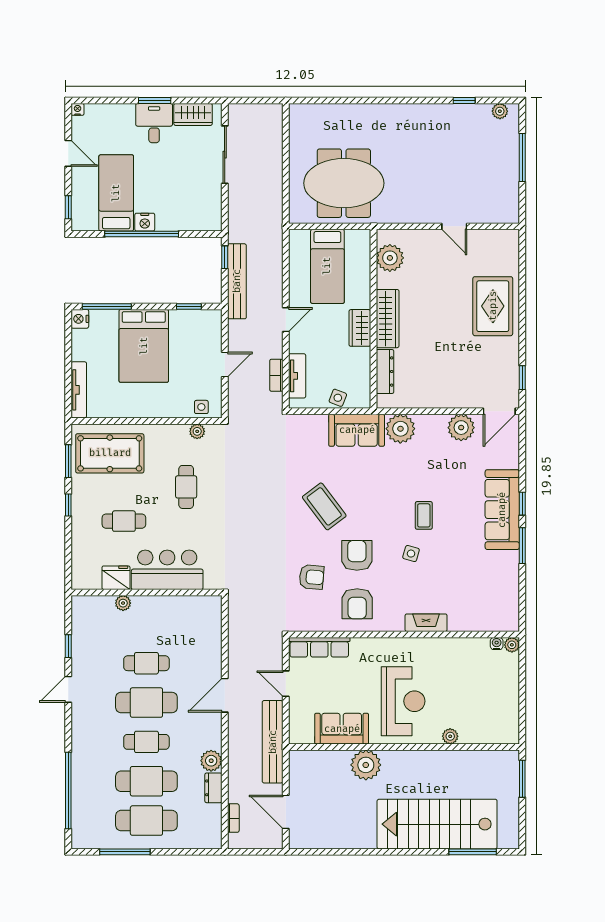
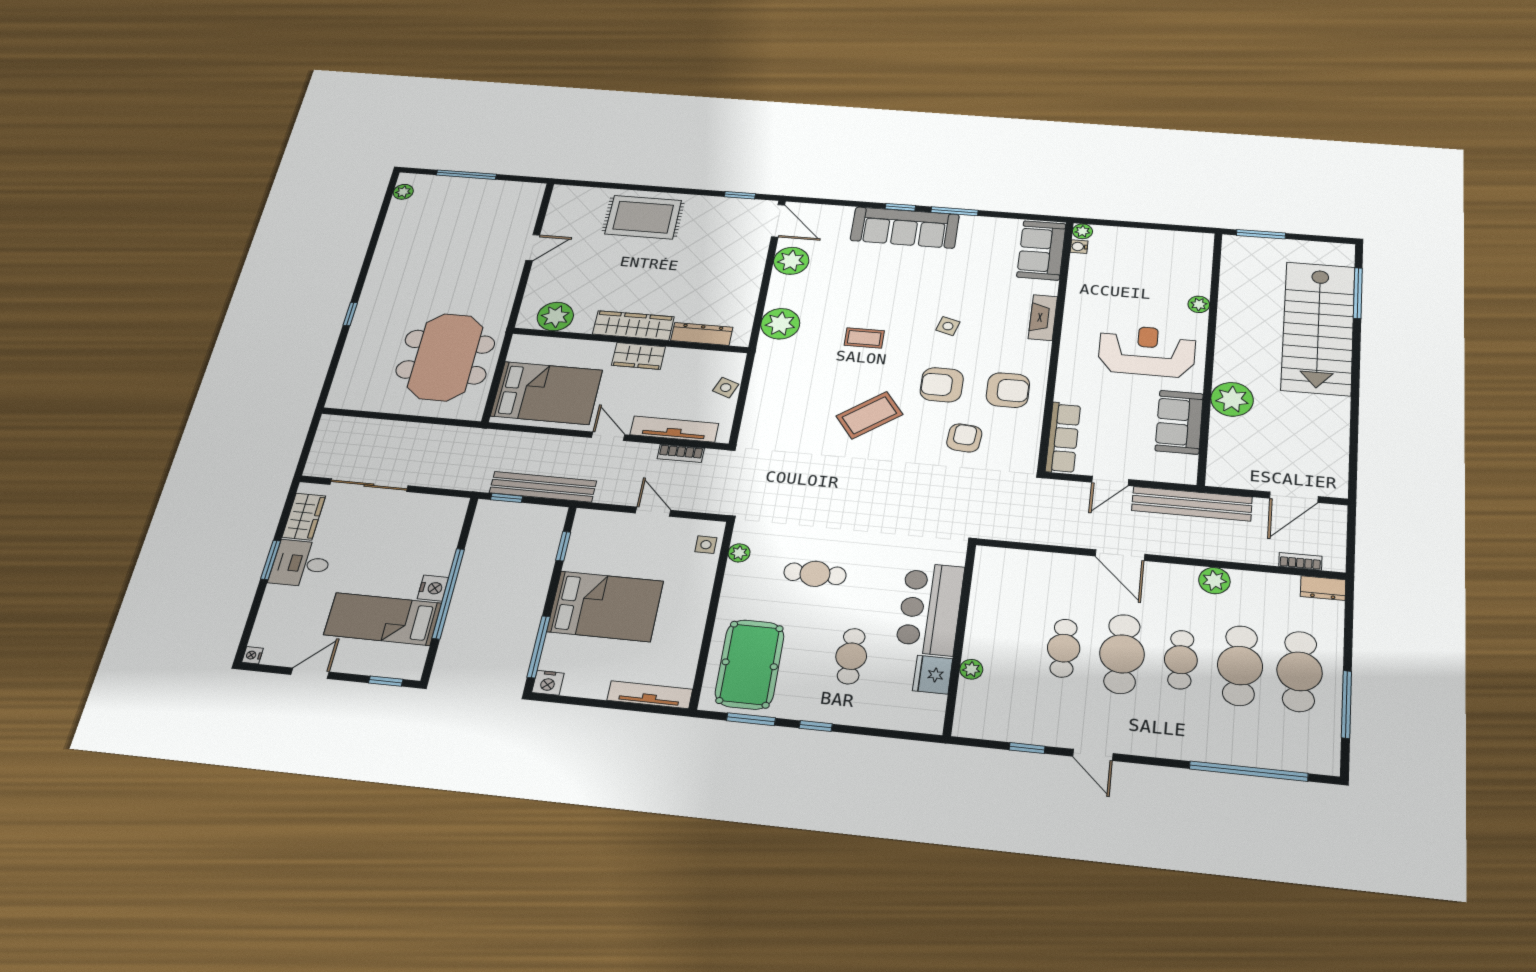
window: (464, 101) -> (350, 314), moved
bed: (327, 266) -> (547, 393), width x1.50
tv unit: (297, 376) -> (674, 429), width x1.41
sofa: (357, 430) -> (1041, 250), moved, turned 180
coffee table: (424, 515) -> (864, 338), moved
dresser: (213, 788) -> (1323, 588), moved

